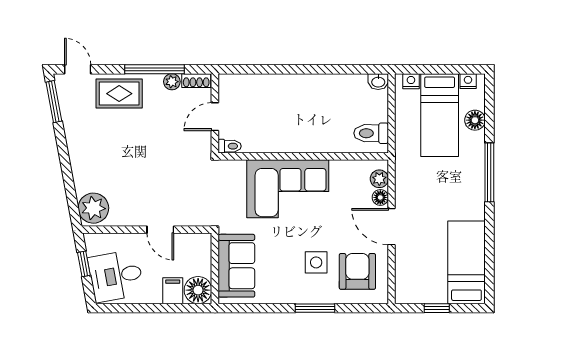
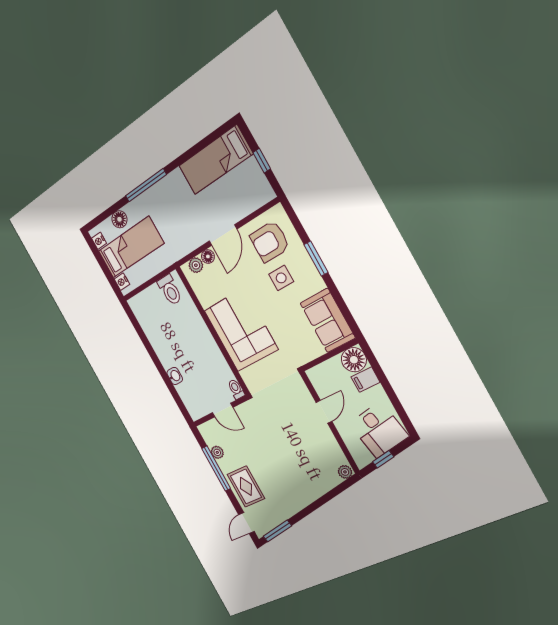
shoe rack: (196, 81) -> (207, 435), removed
washbasin: (378, 82) -> (175, 376), moved
plant: (93, 208) -> (345, 472), width x0.53, depth x0.53
sofa: (236, 266) -> (328, 320), moved, turned -90

